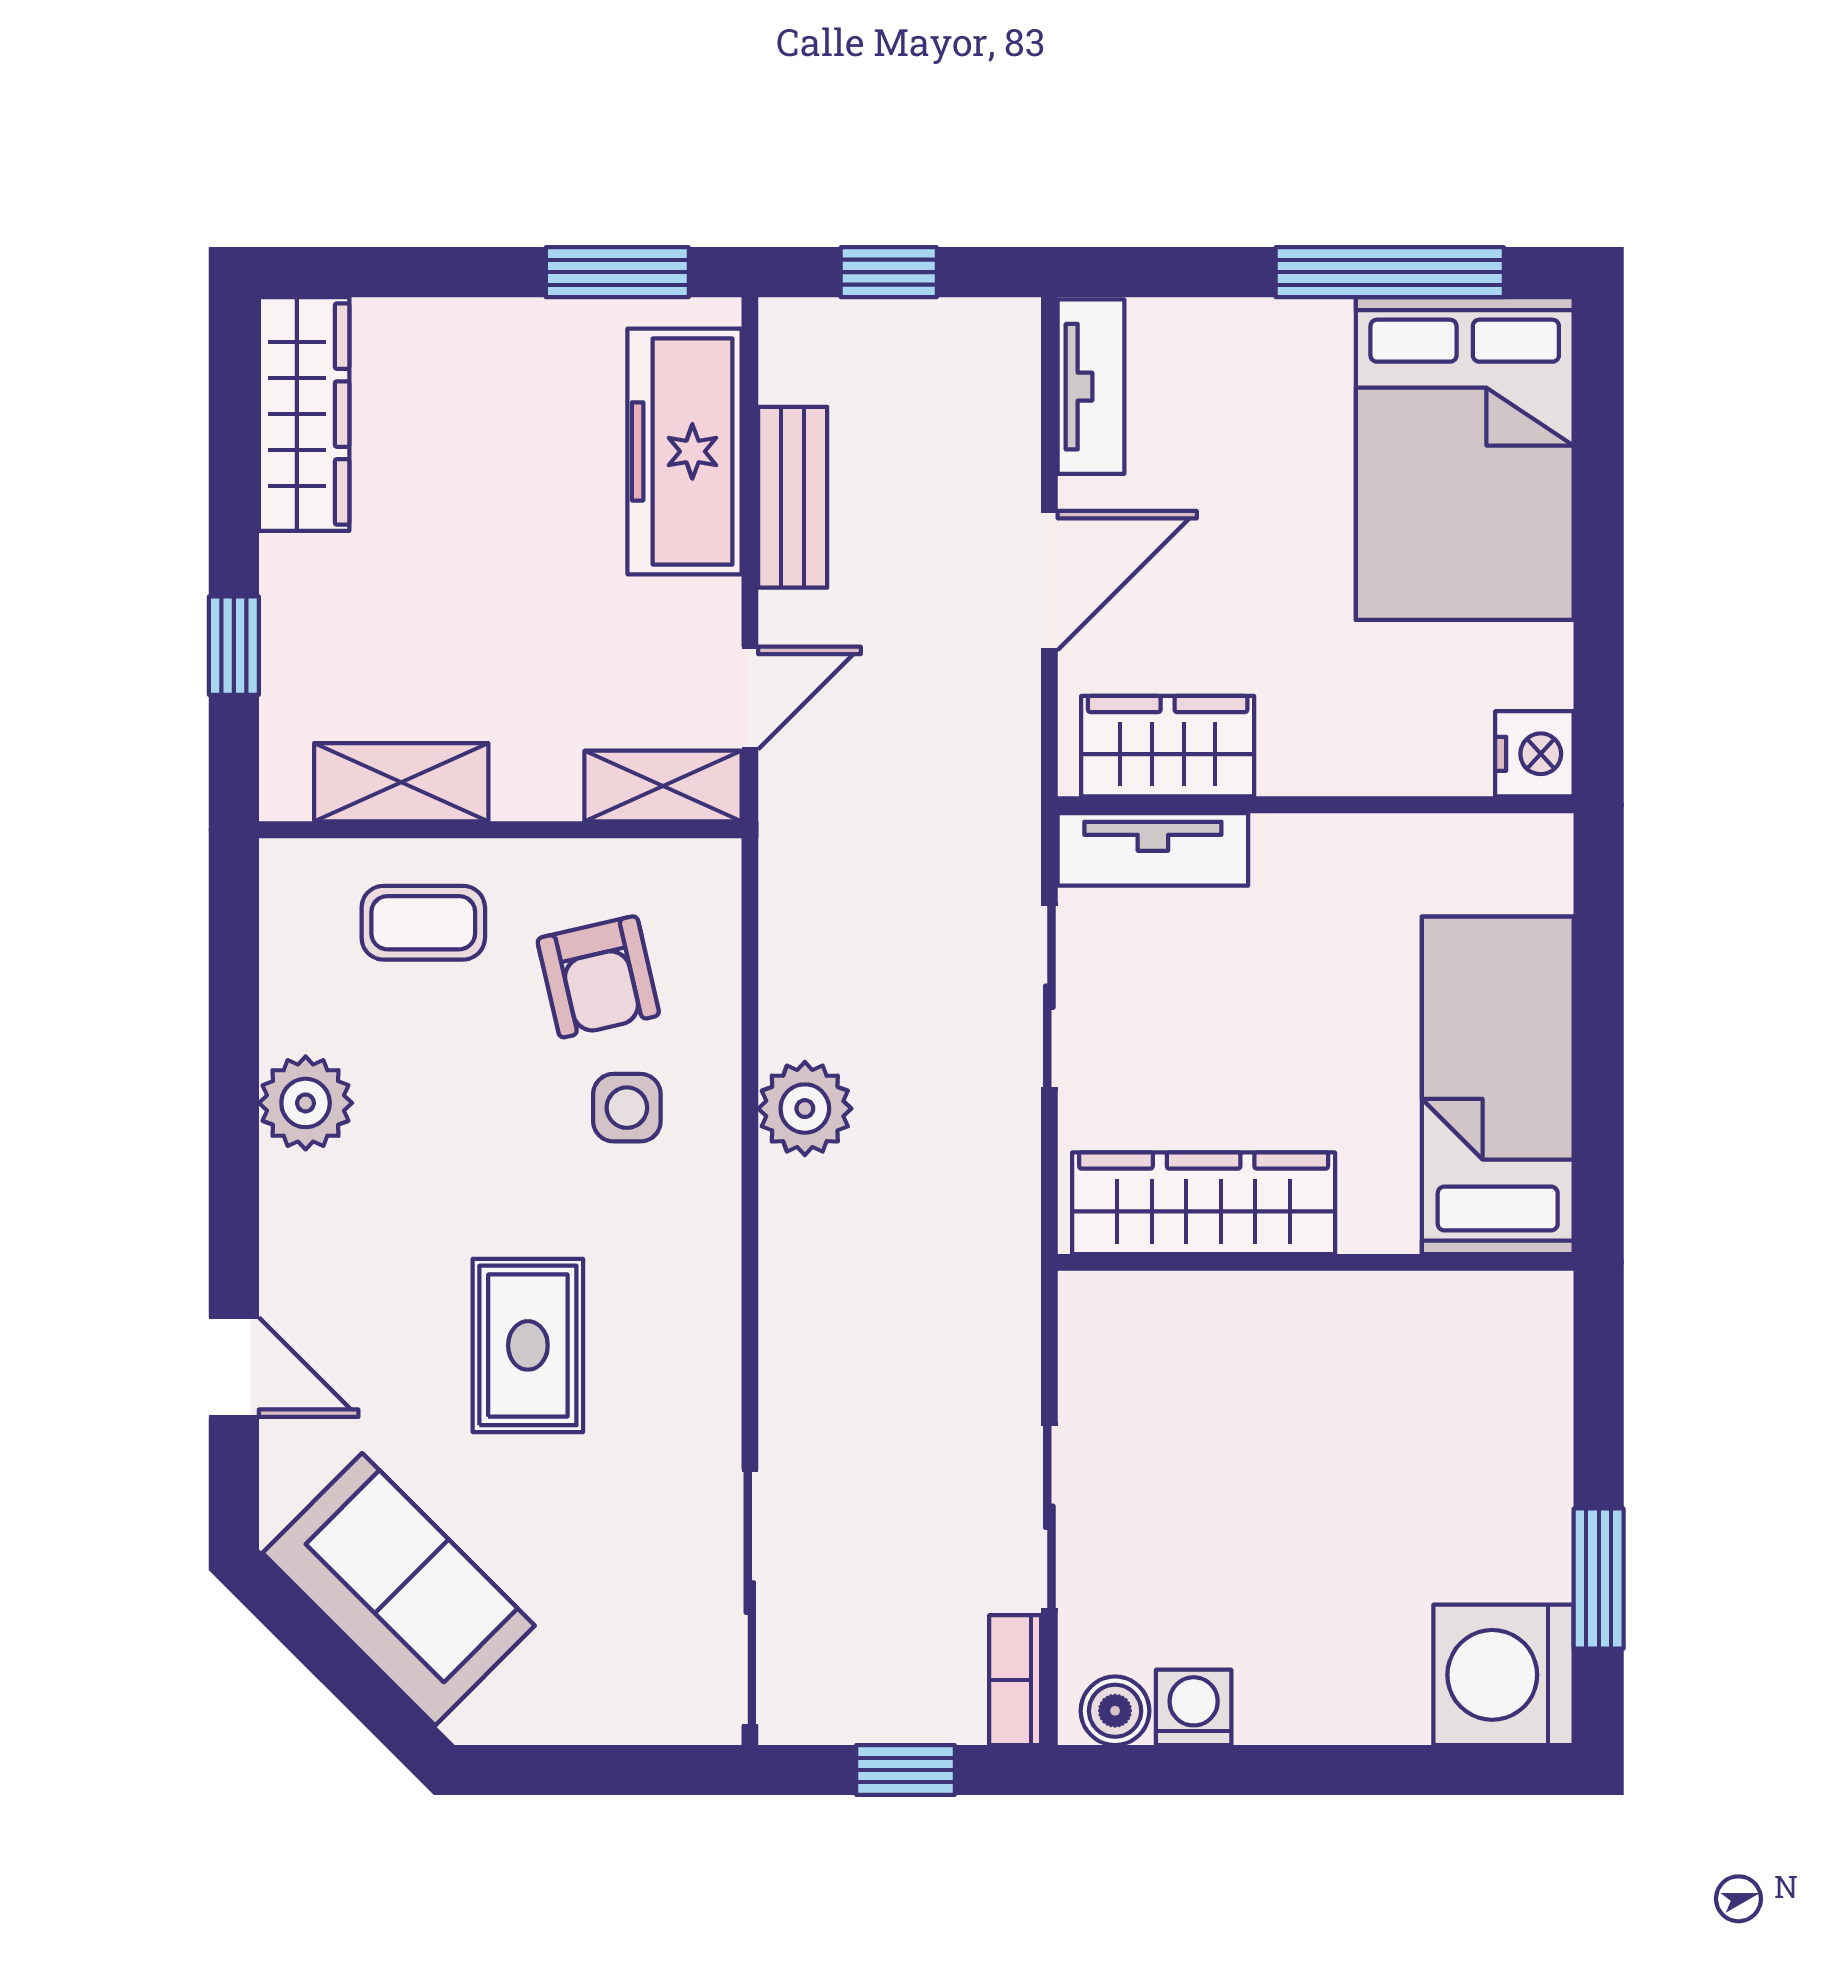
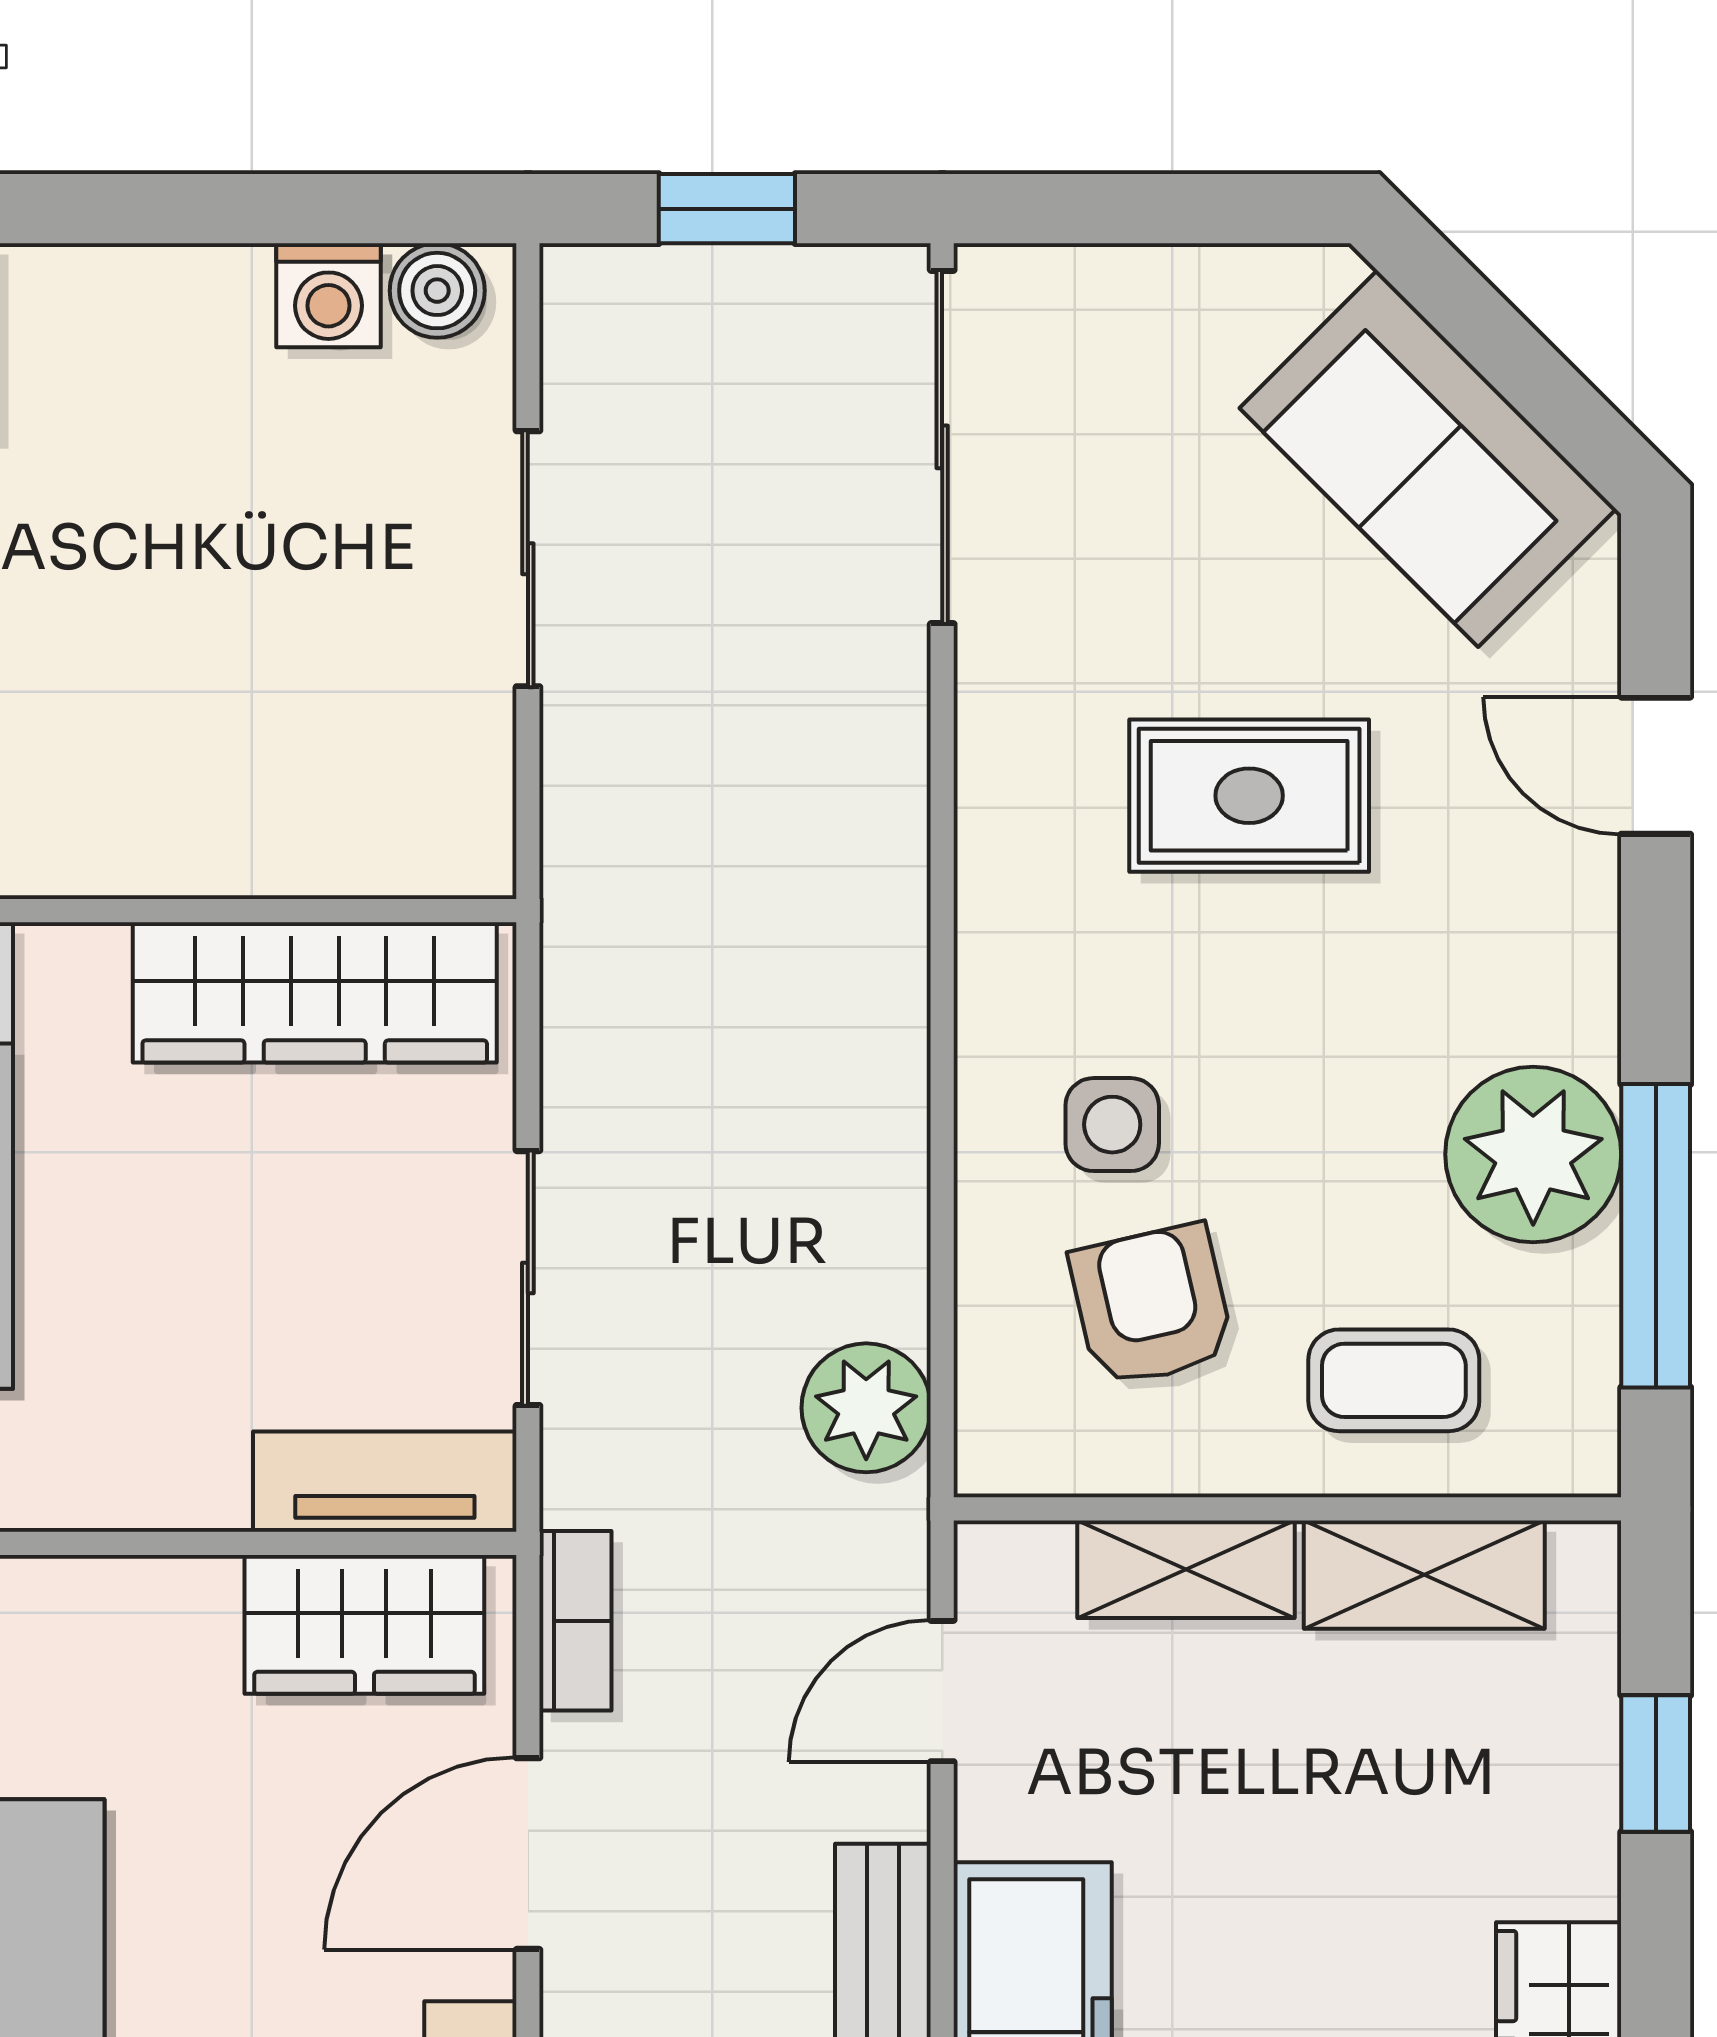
shelving: (663, 786) -> (1186, 1569), moved
window: (234, 1027) -> (1656, 1236), added
plant: (306, 1103) -> (1533, 1154), width x1.36, depth x1.36
plant: (805, 1109) -> (866, 1408), moved
rug: (528, 1345) -> (1249, 796), turned 90
bookcase: (1015, 1680) -> (575, 1621), moved

